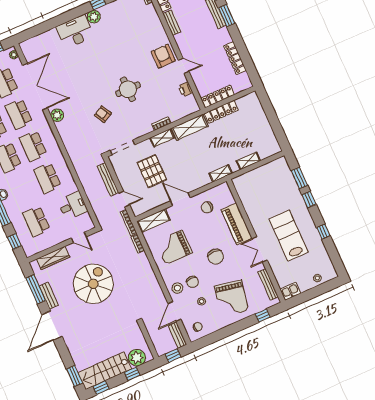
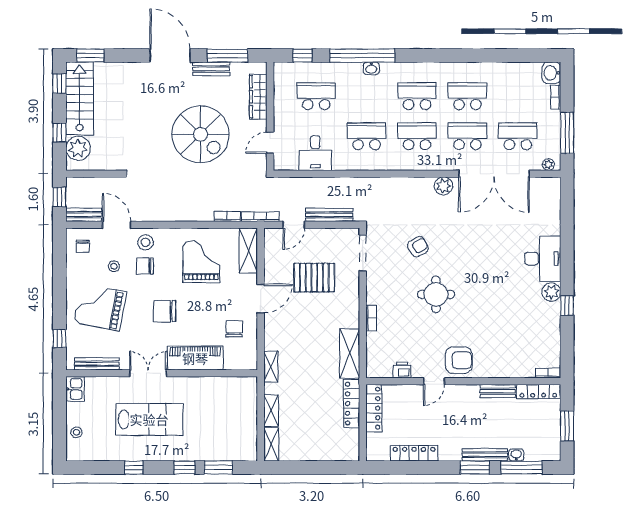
shelving: (162, 138) -> (271, 444), moved

